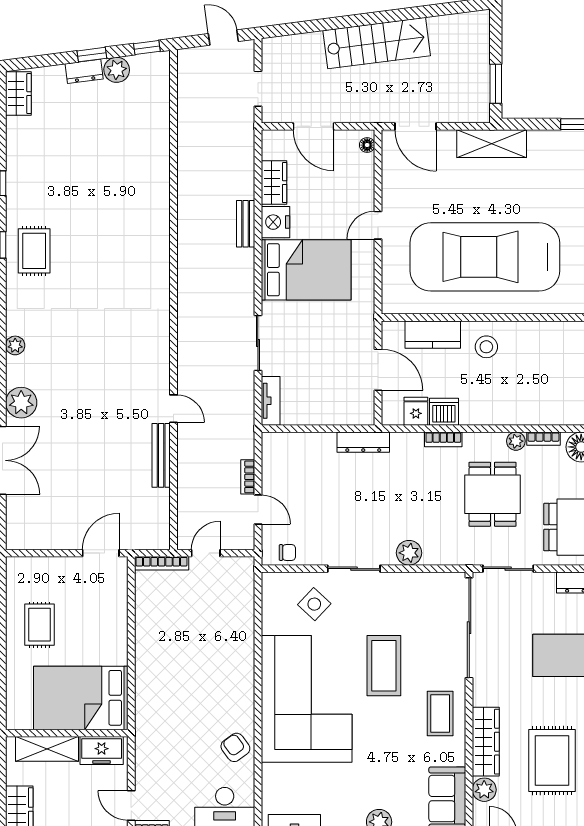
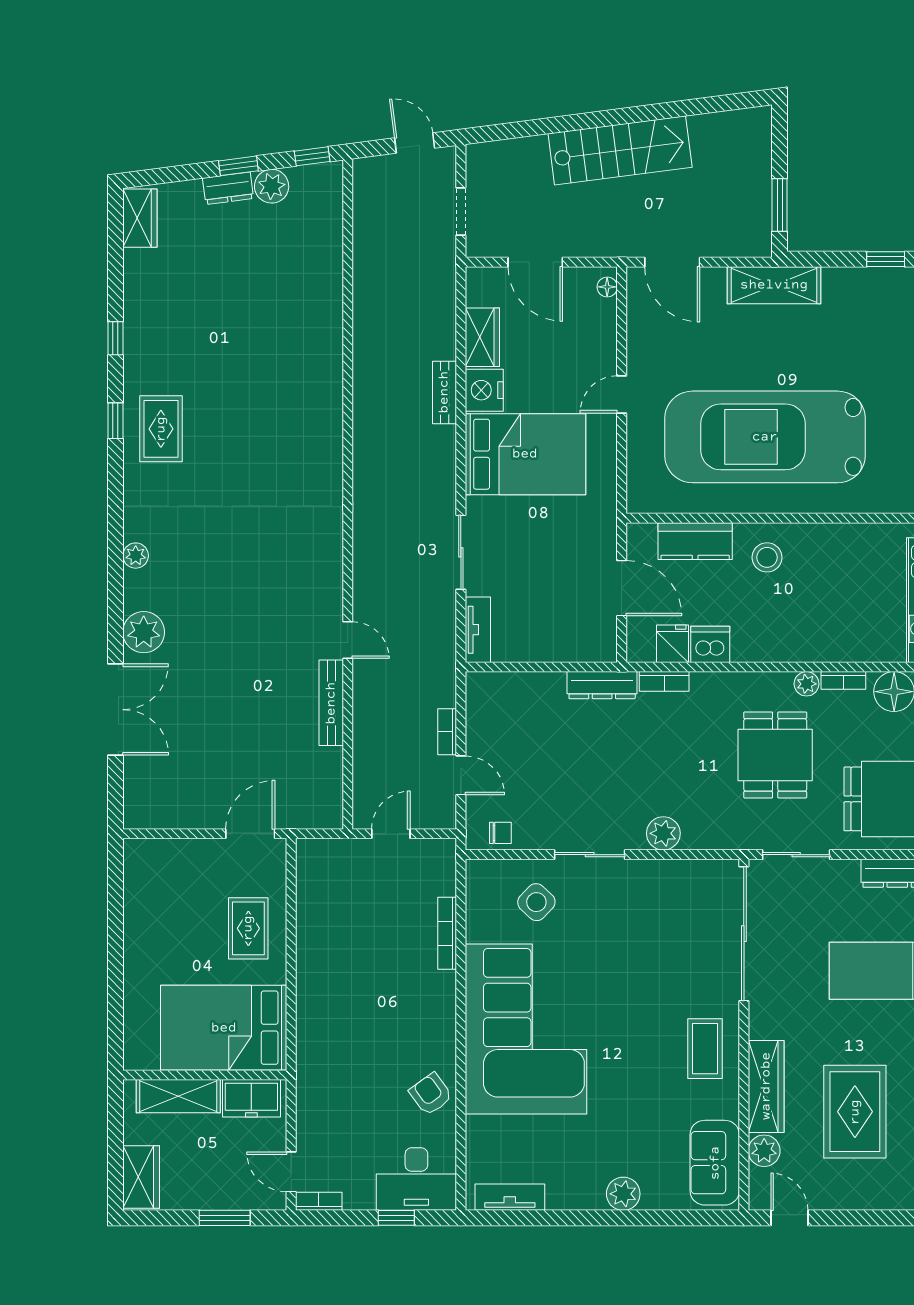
bookcase: (443, 439) -> (664, 681), moved
bookcase: (162, 563) -> (447, 933), moved, turned 90
rug: (39, 625) -> (248, 928), moved
coffee table: (384, 666) -> (630, 985), removed

